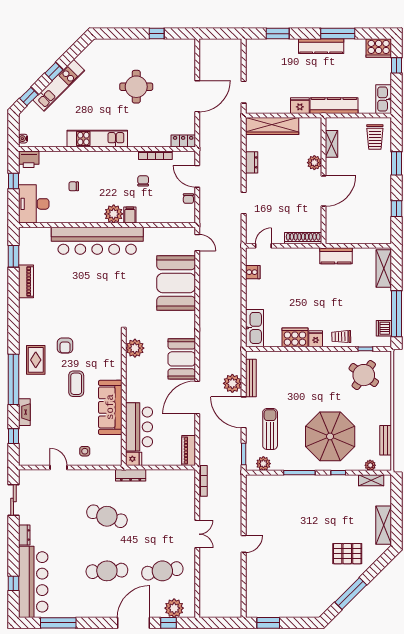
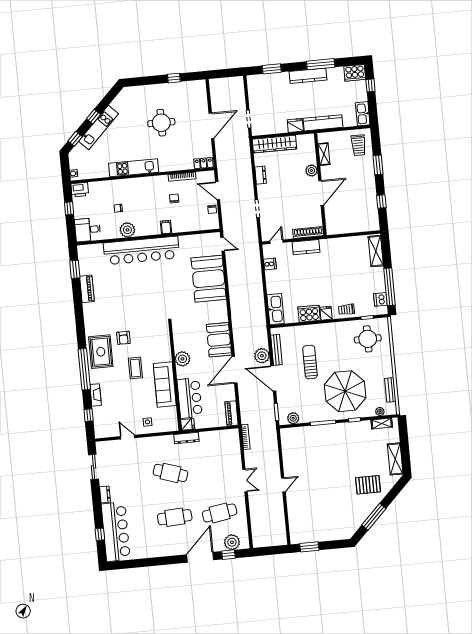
desk: (34, 204) -> (88, 230), width x0.73
plant: (114, 214) -> (127, 230), moved
kitchen counter: (336, 256) -> (306, 247), moved
plant: (135, 348) -> (182, 359), moved
rug: (36, 360) -> (101, 352), width x1.36, depth x1.43
round table: (364, 375) -> (368, 339), turned -35
sun lounger: (270, 429) -> (310, 362), moved
window: (58, 623) -> (139, 563), removed

